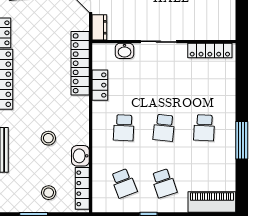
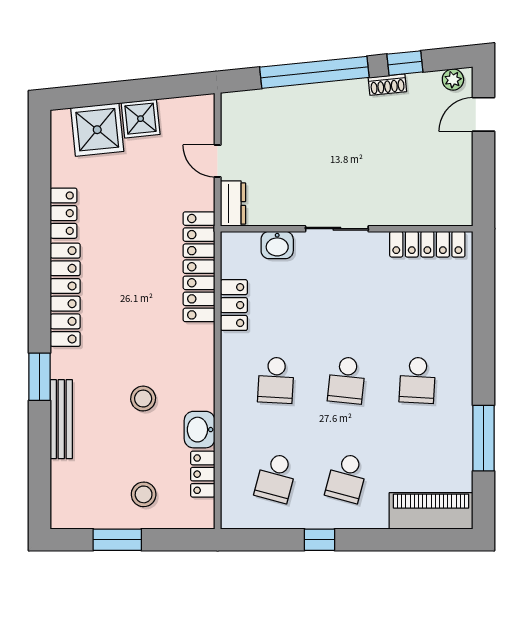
window: (242, 140) -> (484, 438), moved
school desk: (124, 183) -> (276, 478), turned 36
school desk: (164, 183) -> (347, 478), turned 33
locker: (82, 188) -> (203, 474), width x0.66

